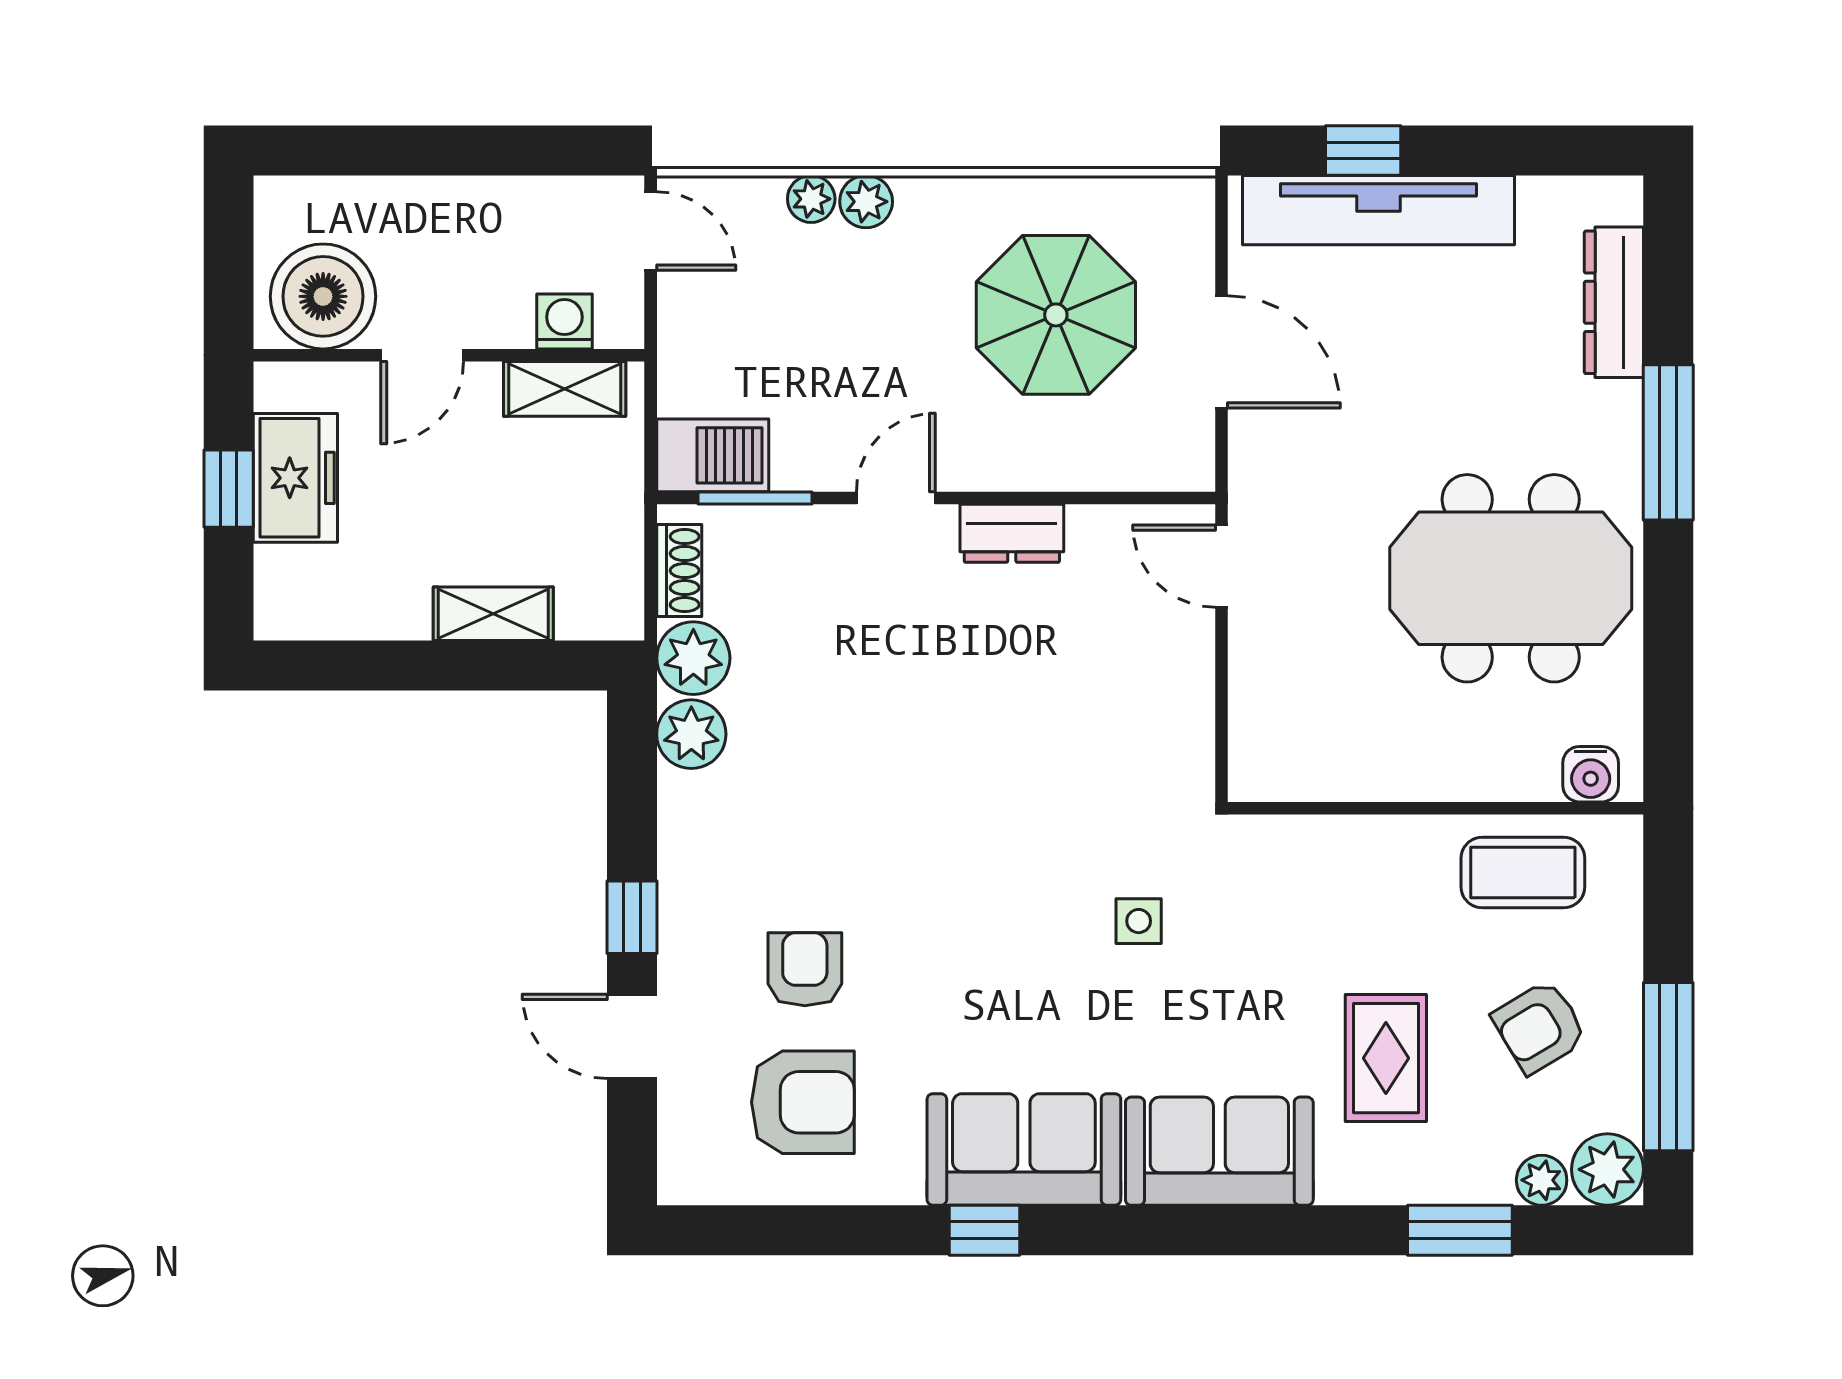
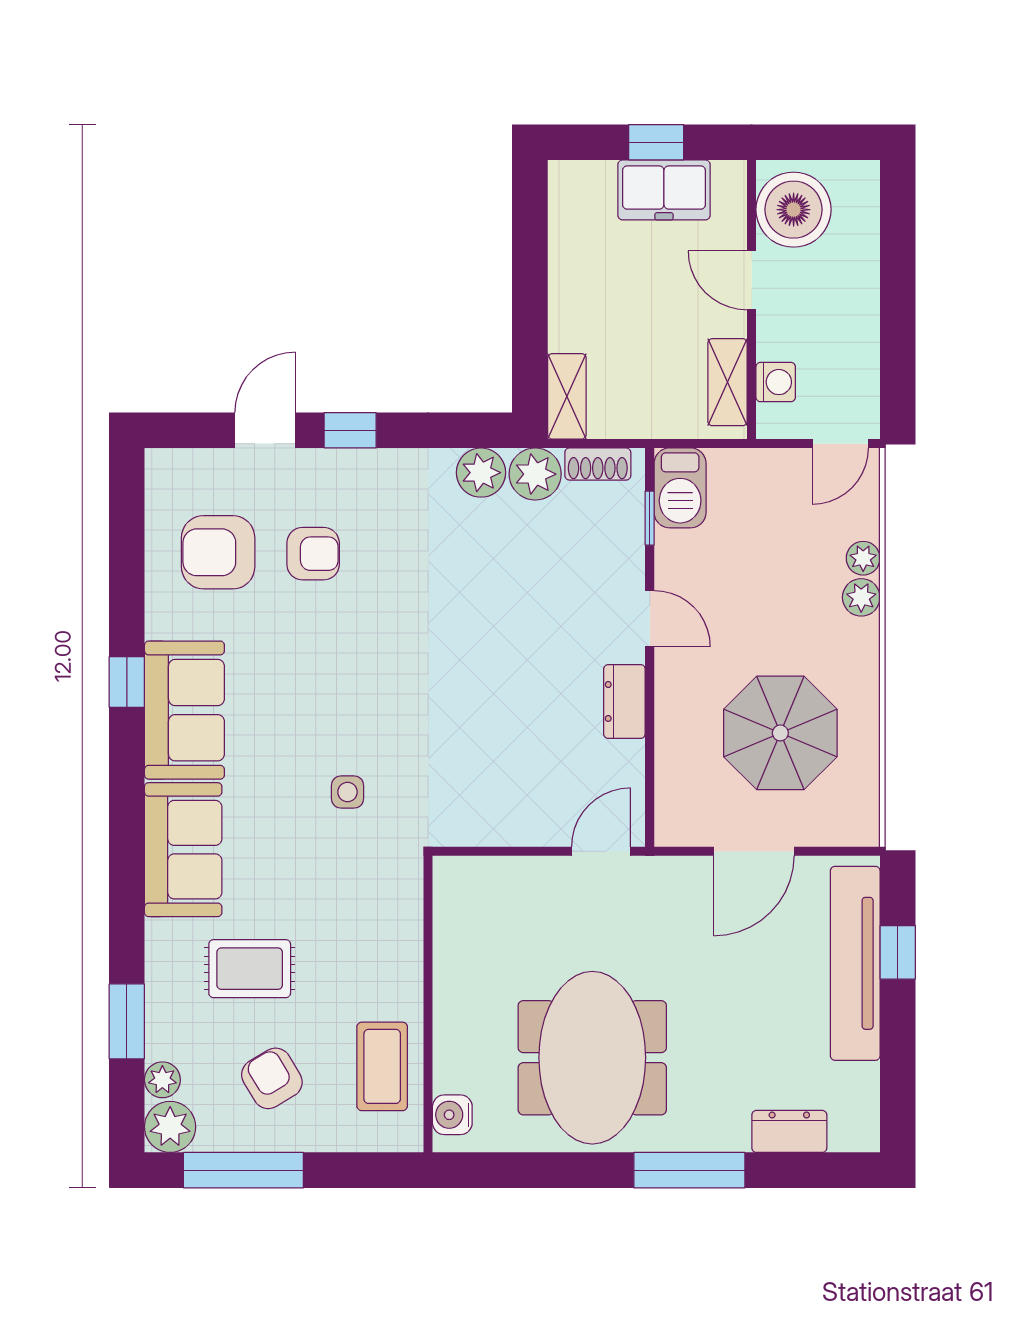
dresser: (1614, 302) -> (789, 1131), width x0.70
window: (755, 498) -> (650, 518), width x0.67
shelving: (493, 614) -> (567, 396), moved
armchair: (803, 1102) -> (218, 552), turned 90

